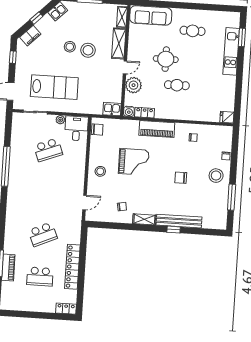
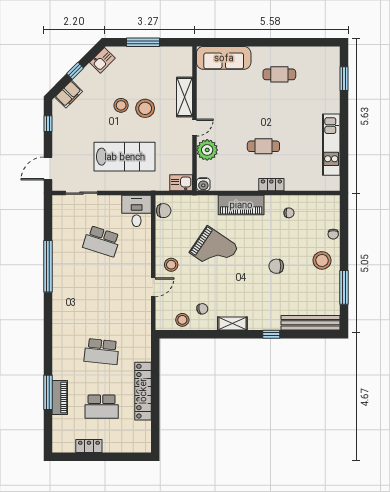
shelving: (122, 17) -> (186, 62), removed
kitchen unit: (231, 51) -> (331, 145), moved
round table: (166, 59) -> (247, 113), removed
lab bench: (54, 87) -> (125, 157), moved
locker: (144, 113) -> (271, 185), moved
fridge: (227, 117) -> (331, 184), removed
plant: (60, 120) -> (115, 201), removed
school desk: (48, 150) -> (102, 241), turned 39
grand piano: (134, 162) -> (214, 250), turned 34
door: (84, 202) -> (153, 287), moved
stool: (106, 214) -> (182, 320), added
bench: (179, 221) -> (310, 323), moved
school desk: (43, 234) -> (102, 351), turned 30
locker: (66, 309) -> (89, 446), moved

